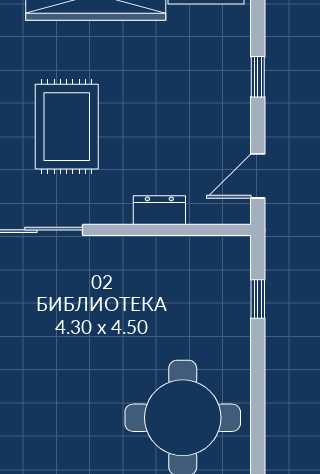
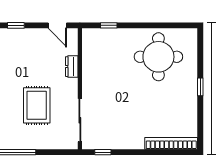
rug: (67, 127) -> (37, 105), turned 90

